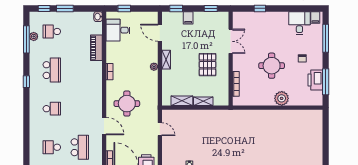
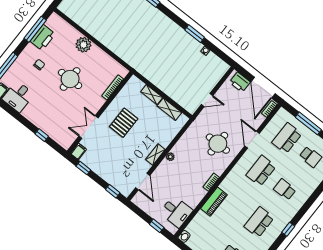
filing cabinet: (188, 18) -> (79, 151), moved
piano: (96, 48) -> (214, 202), moved
school desk: (80, 109) -> (261, 171), added
door: (160, 129) -> (207, 100), swing flipped

